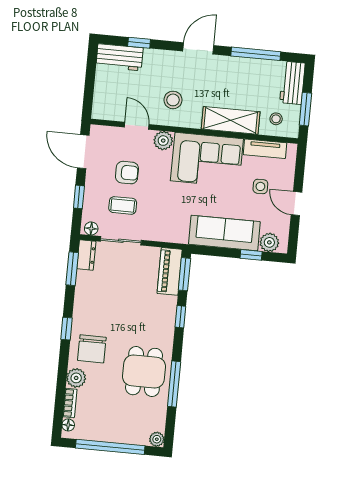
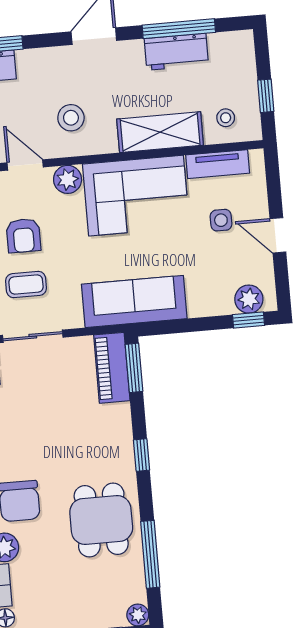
workbench: (292, 83) -> (176, 52), moved, turned -90
window: (305, 109) -> (266, 96), width x0.67
armchair: (127, 173) -> (23, 236), turned 90
sofa: (224, 233) -> (134, 301), moved
window: (251, 255) -> (248, 320), moved
window: (180, 317) -> (142, 455), moved
window: (174, 384) -> (150, 554), moved

